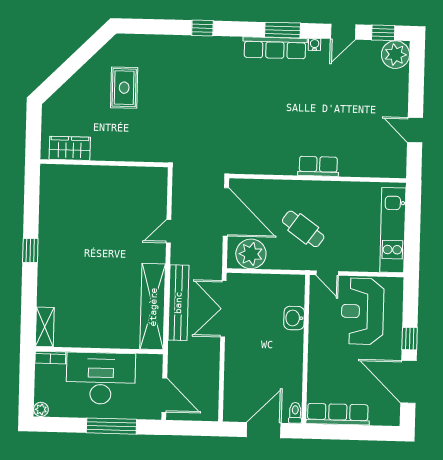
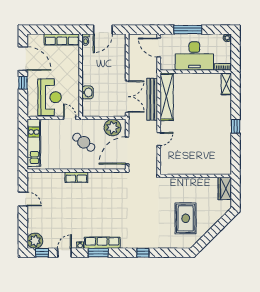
rug: (124, 88) -> (186, 218), width x1.36, depth x1.43
wardrobe: (70, 148) -> (225, 188), moved, turned 90
door: (226, 212) -> (127, 151), hinge flipped

